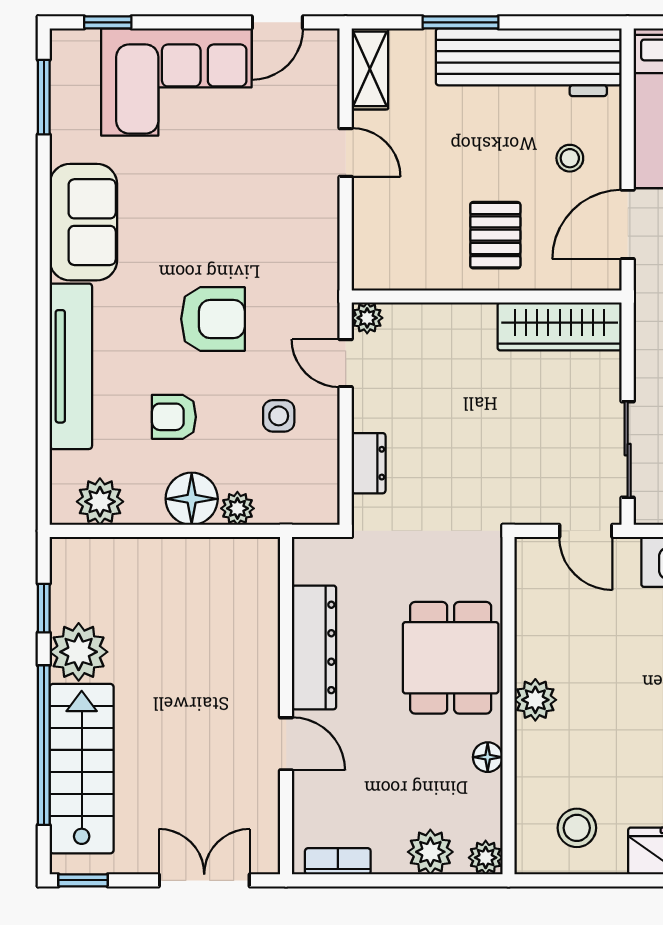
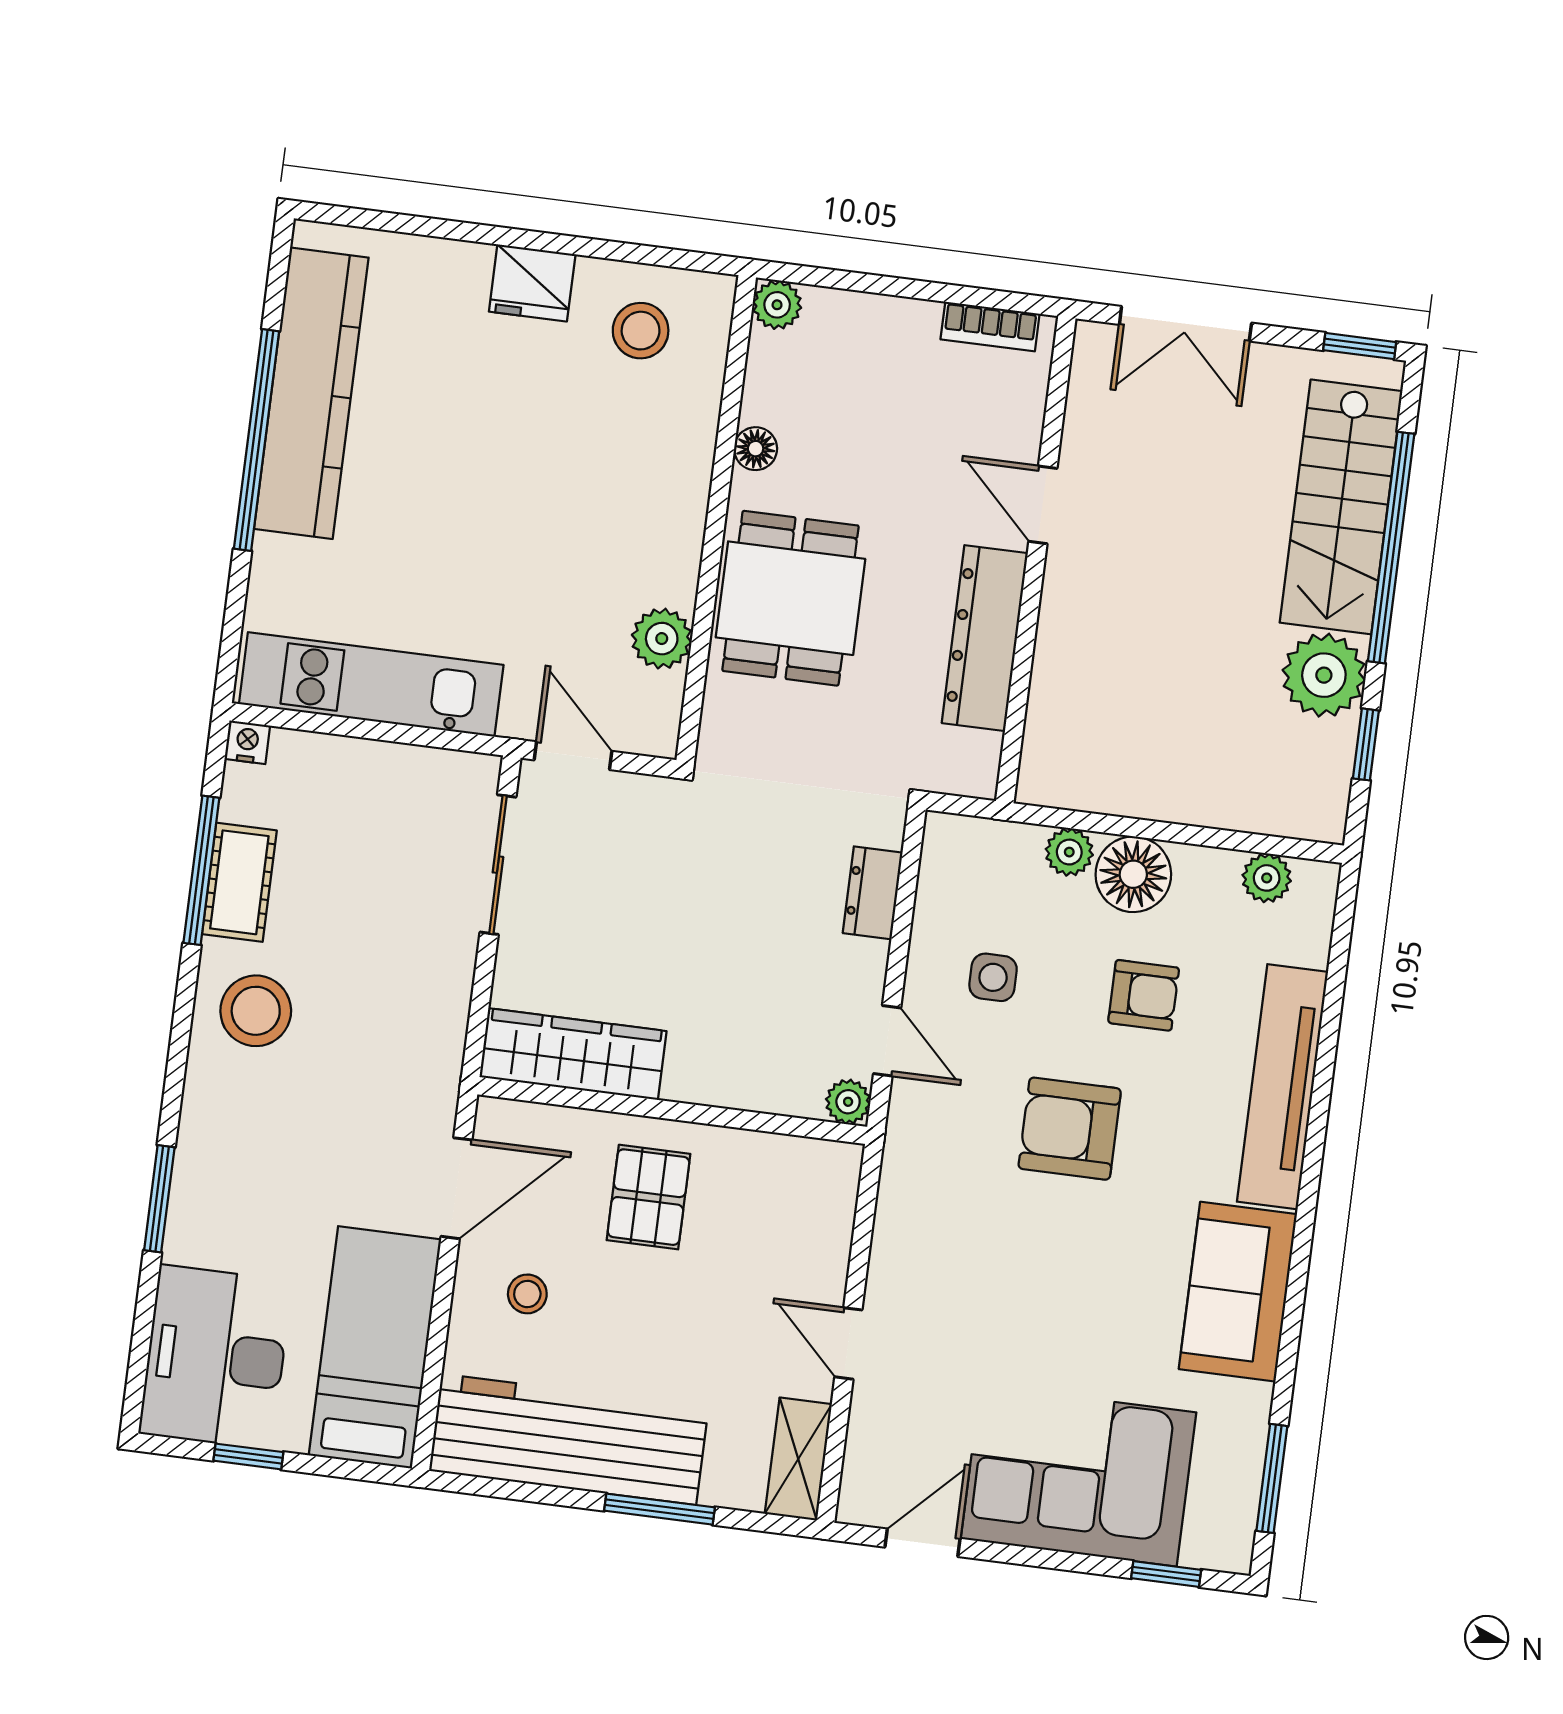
plant: (100, 502) -> (1267, 878), width x0.73, depth x0.73
plant: (535, 700) -> (662, 639), moved
plant: (430, 852) -> (855, 323), removed

